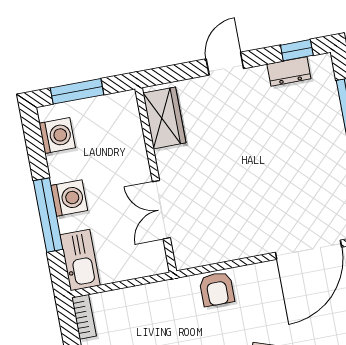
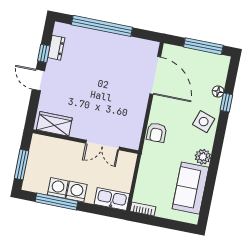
window: (297, 50) -> (44, 53), moved
washing machine: (57, 135) -> (58, 188), moved
window: (48, 215) -> (56, 201), moved
armchair: (217, 289) -> (157, 132), turned 90

